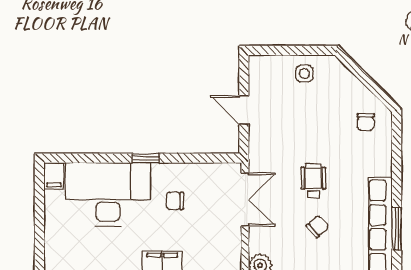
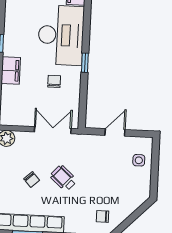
side table: (305, 74) -> (139, 160), moved
wheelchair: (313, 181) -> (63, 178), turned -138
double door: (245, 200) -> (53, 130), swing flipped

